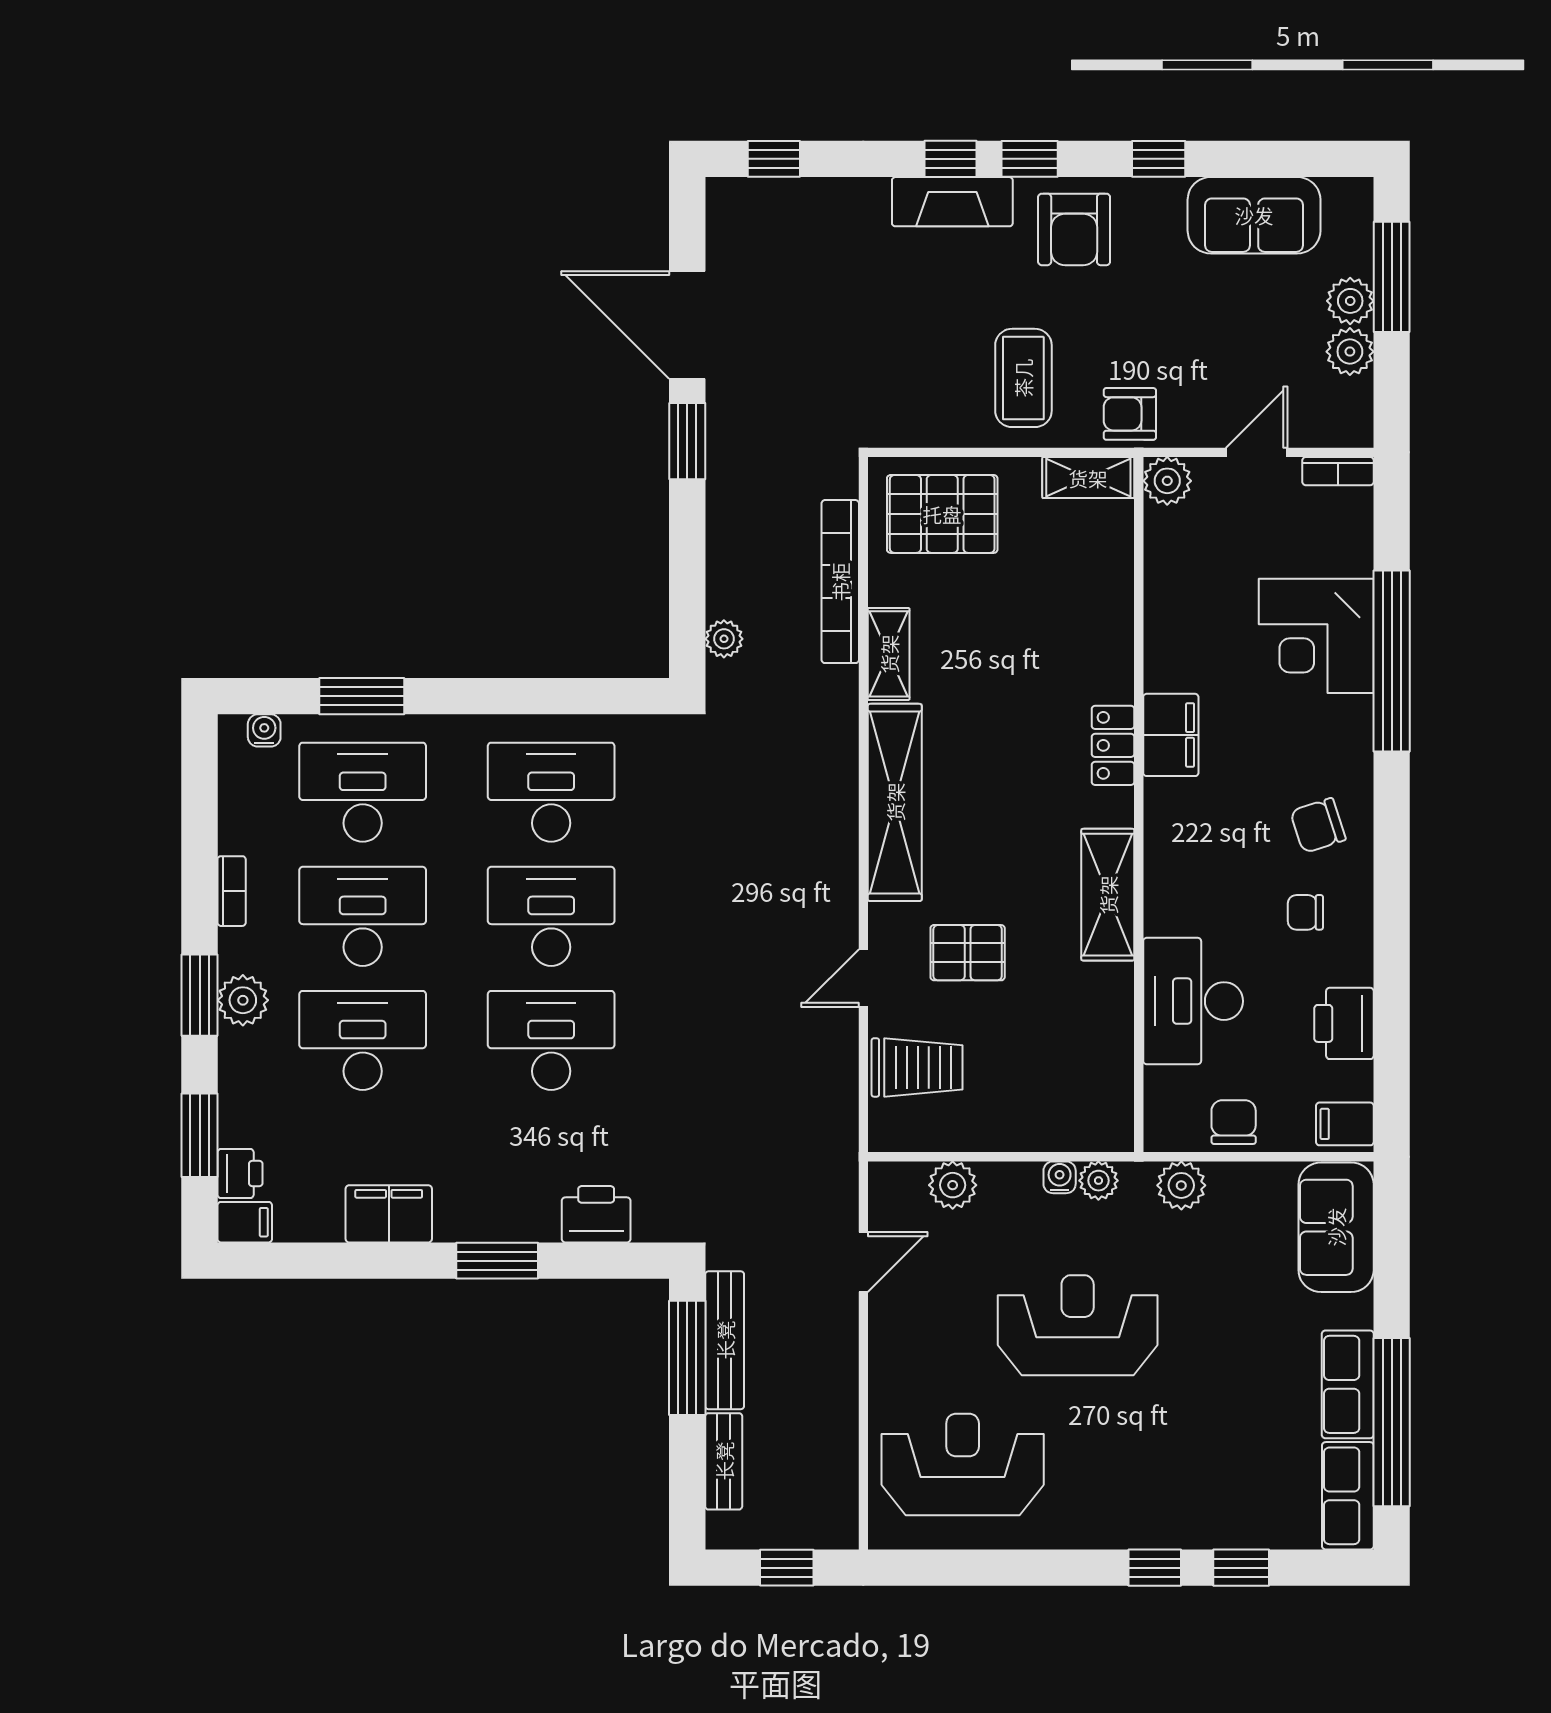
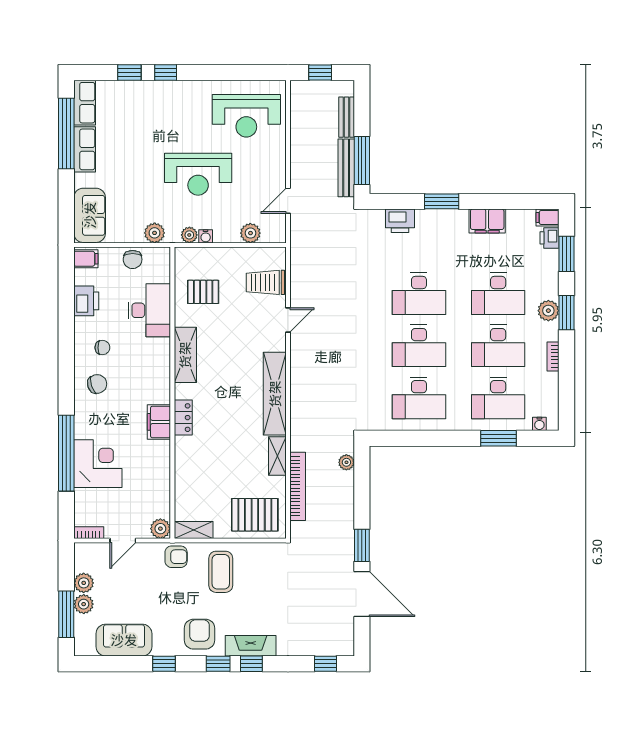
pallet: (968, 953) -> (203, 292), moved

